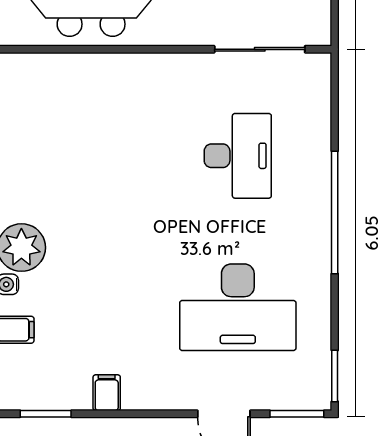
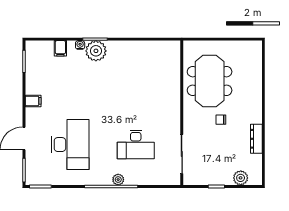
plant: (319, 196) -> (118, 180), added
desk: (238, 307) -> (70, 145), turned 180
filing cabinet: (107, 393) -> (33, 101), moved

